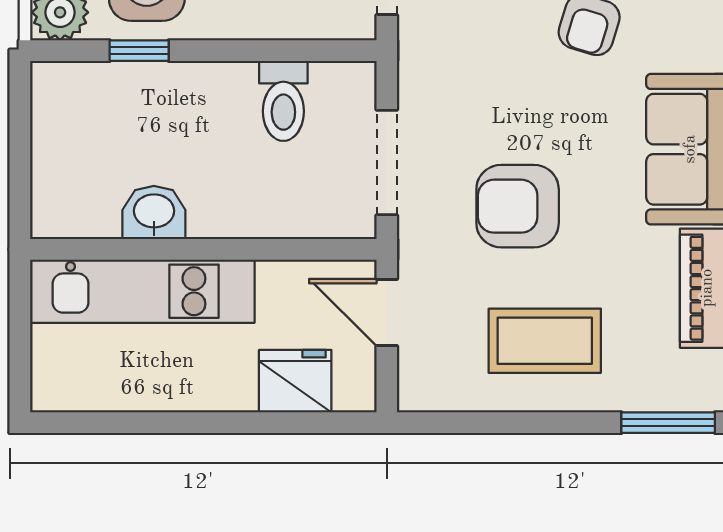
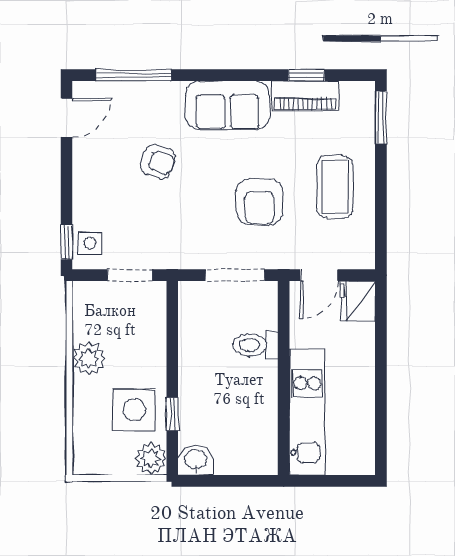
toilet: (283, 101) -> (255, 345), moved, turned 180
washbasin: (154, 213) -> (196, 460), moved, turned 90
fridge: (295, 381) -> (358, 301), moved

